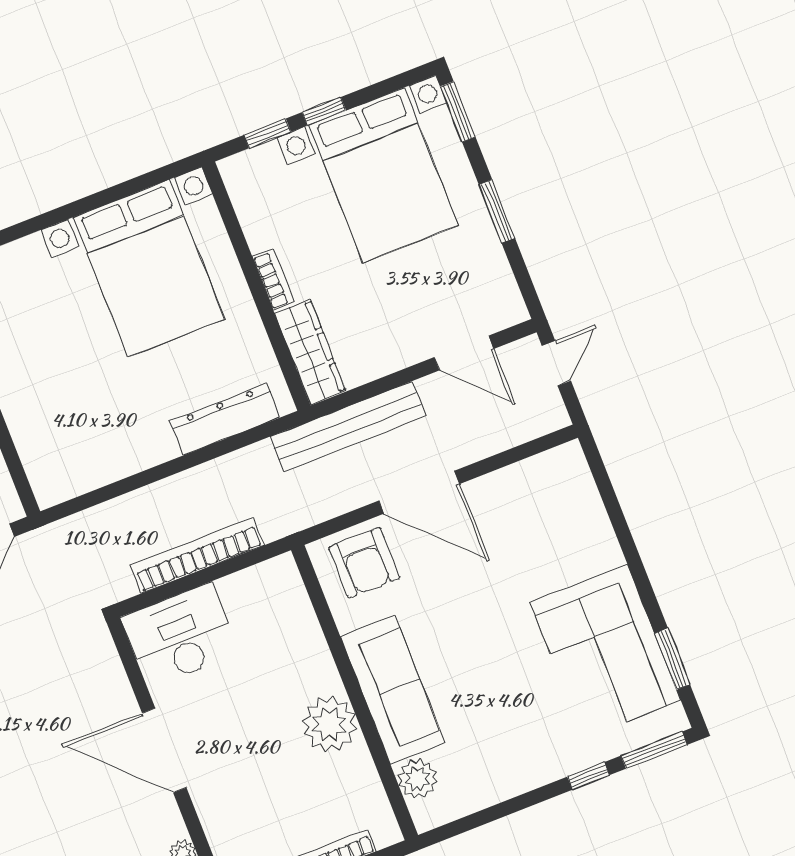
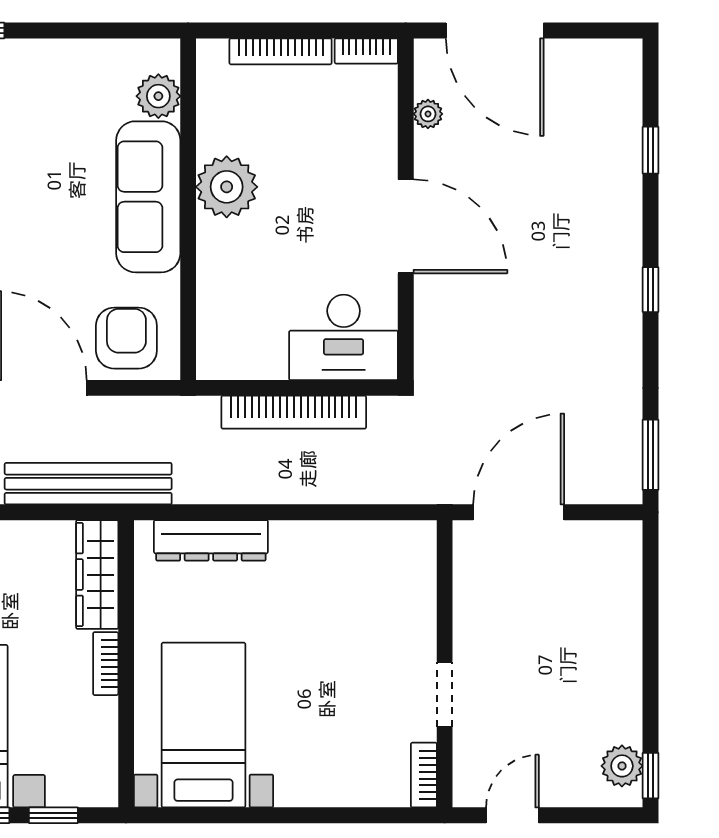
bed with nightstands: (149, 268) -> (203, 725), width x0.73

